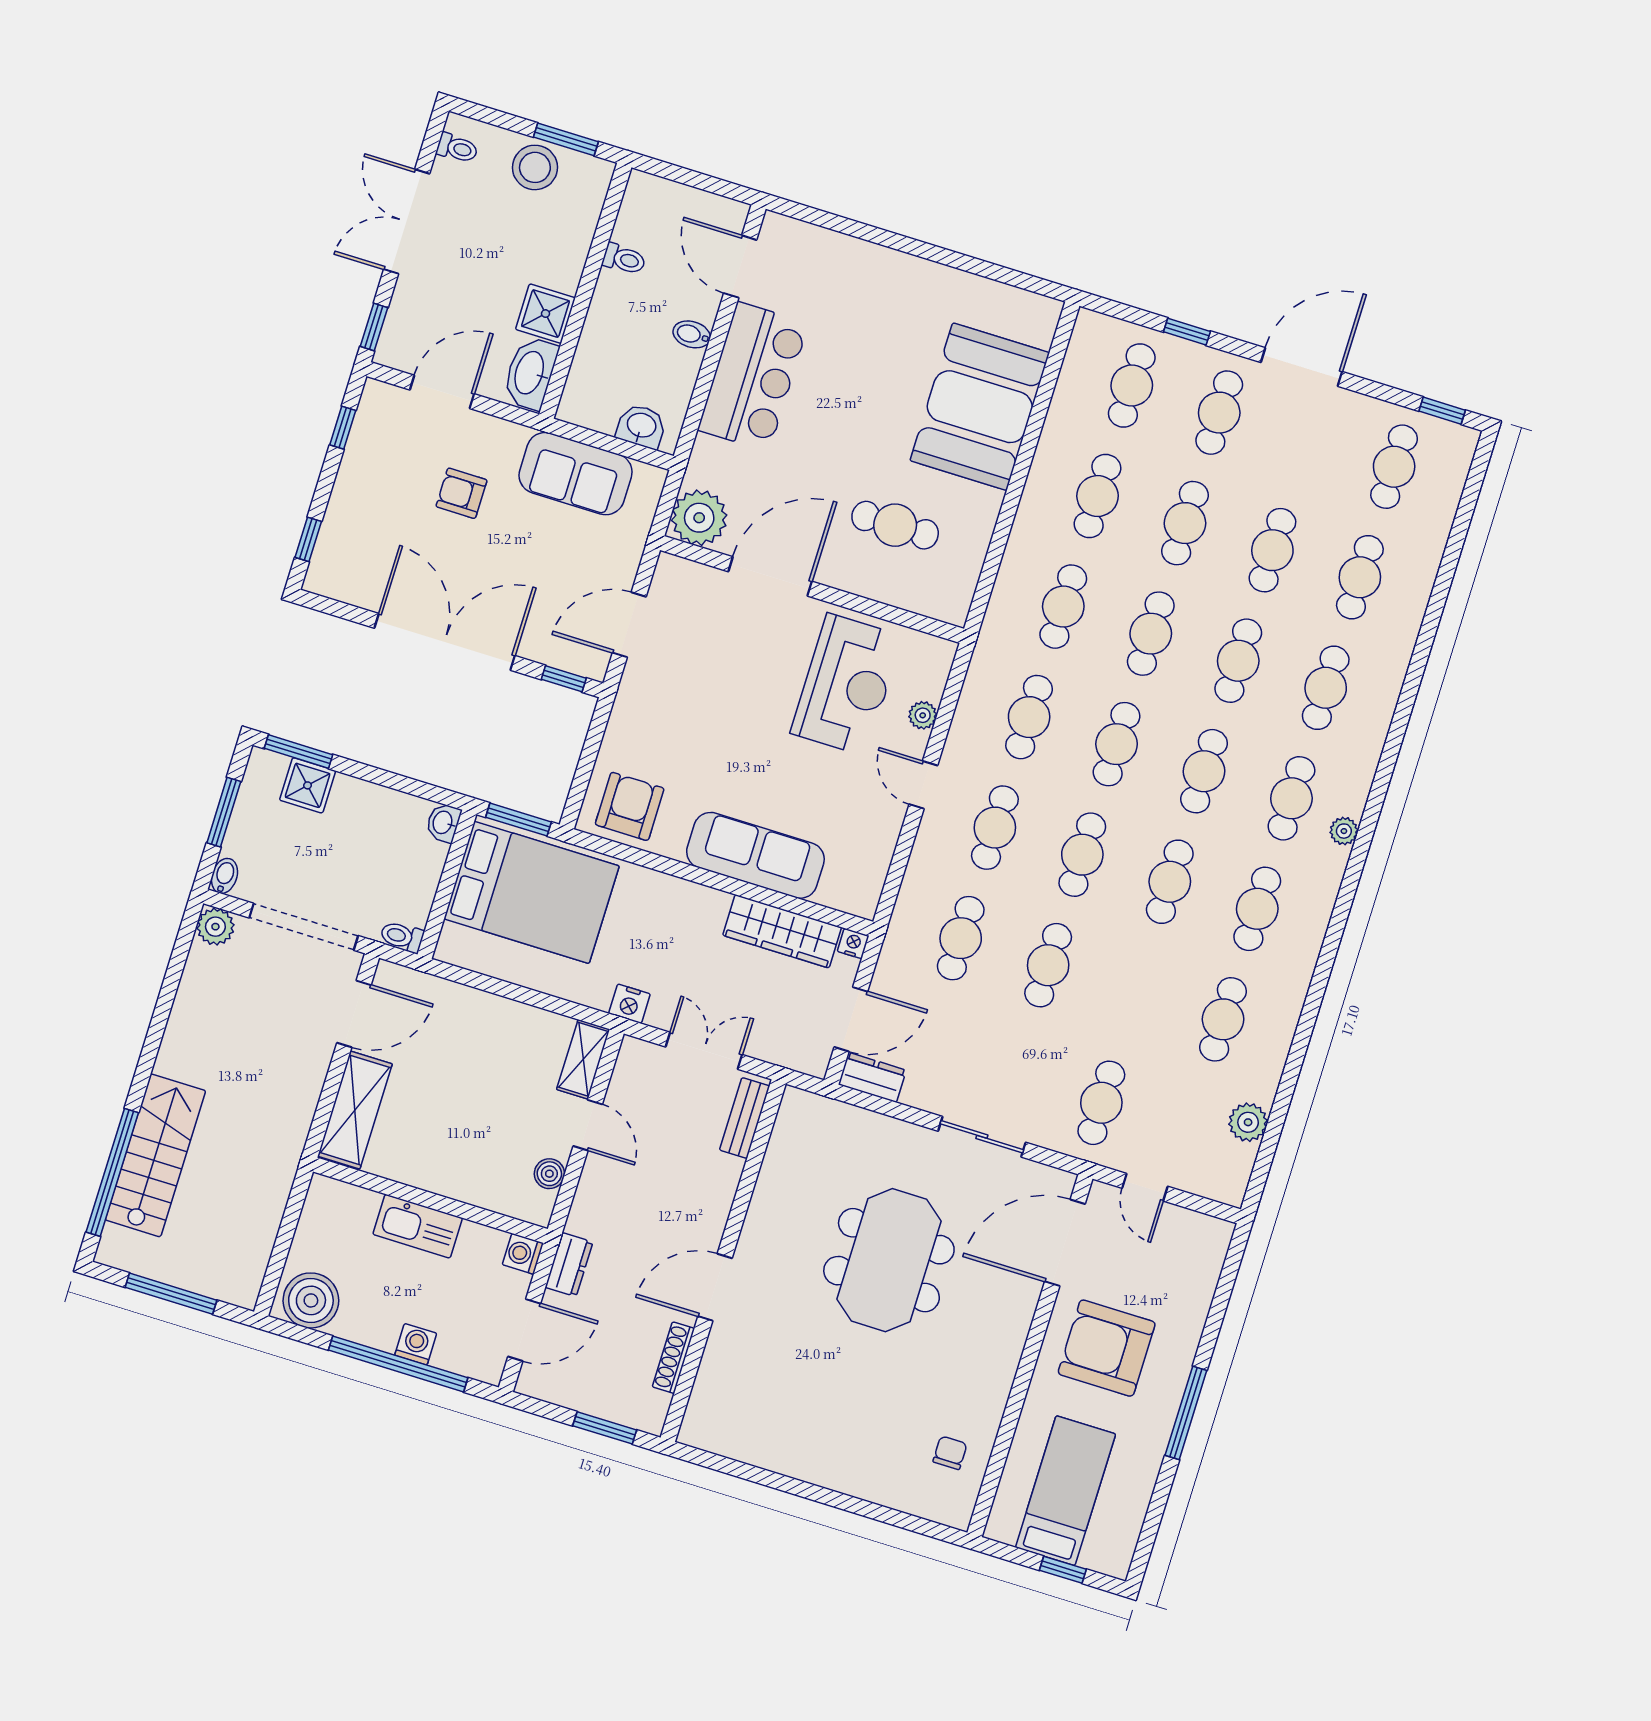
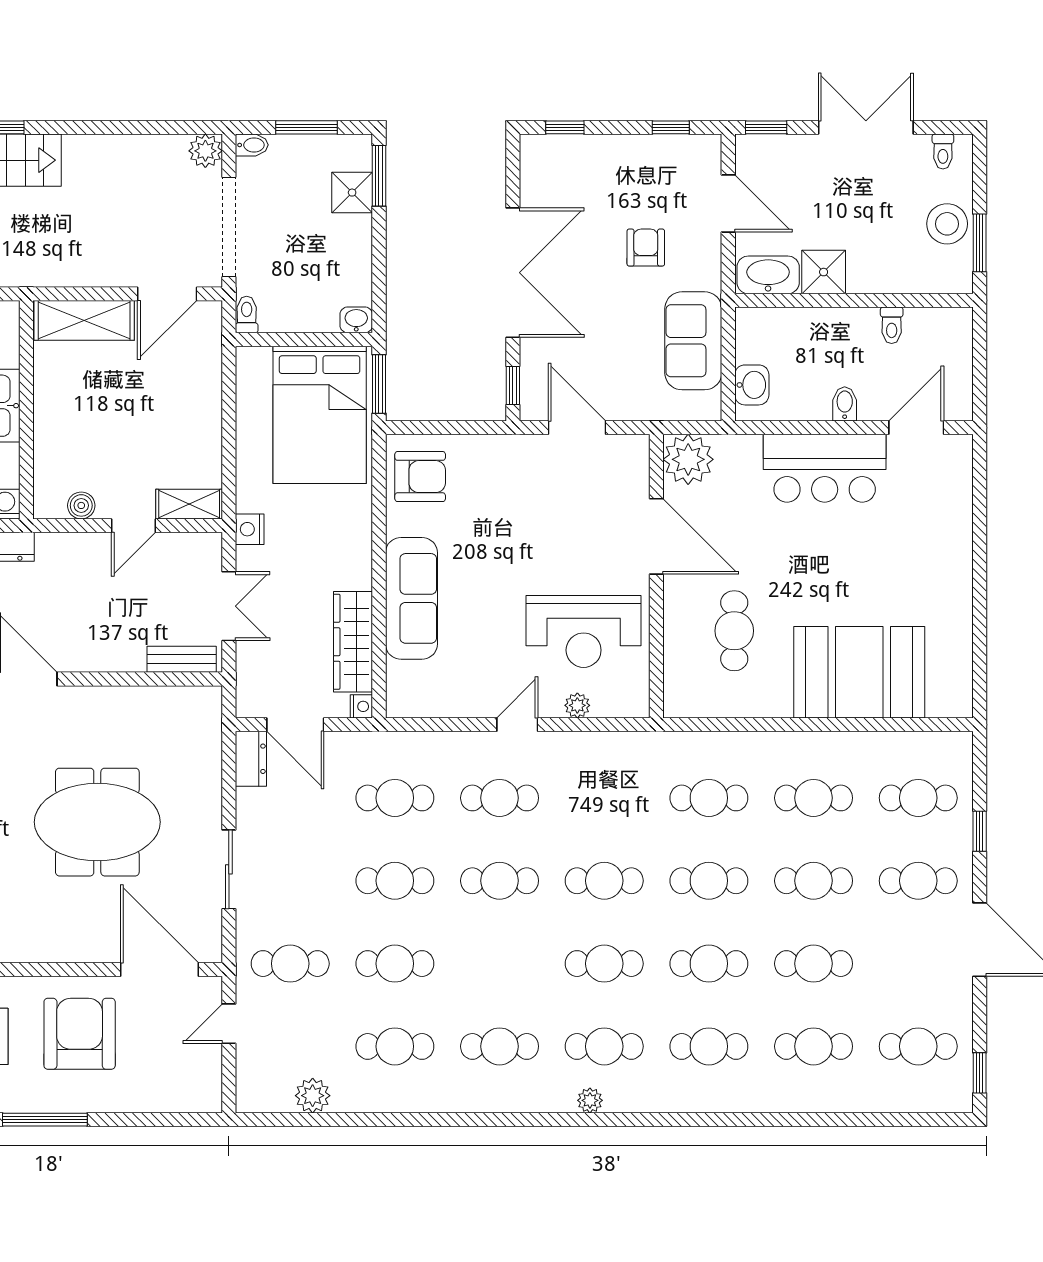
cafe table: (1029, 717) -> (604, 798), removed
cafe table: (1170, 882) -> (395, 964), moved
door: (354, 1014) -> (167, 294), hinge flipped

